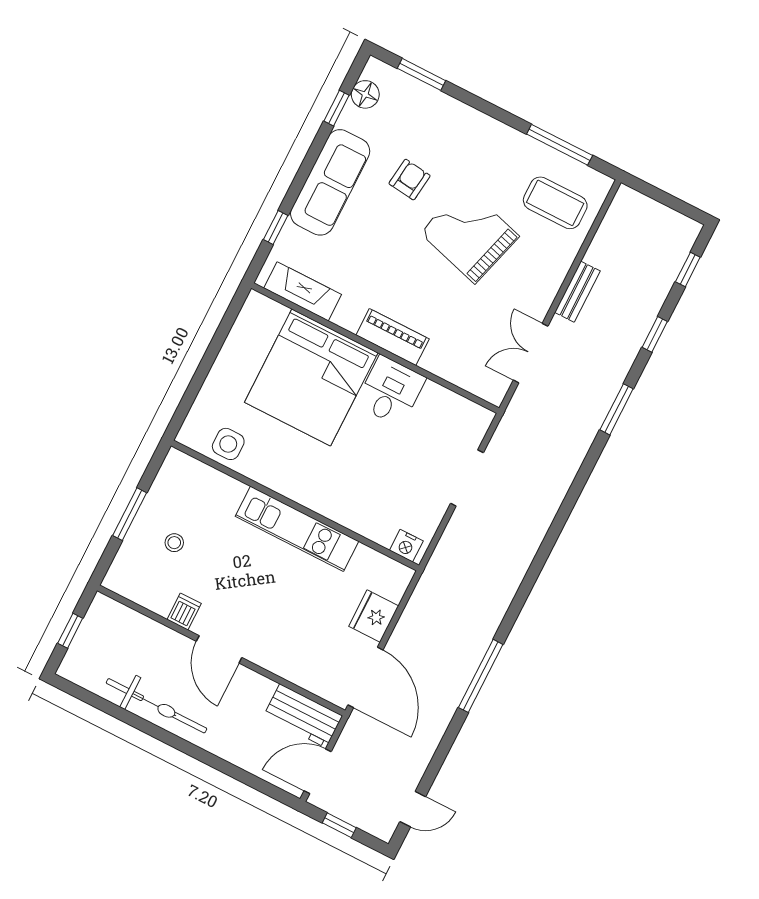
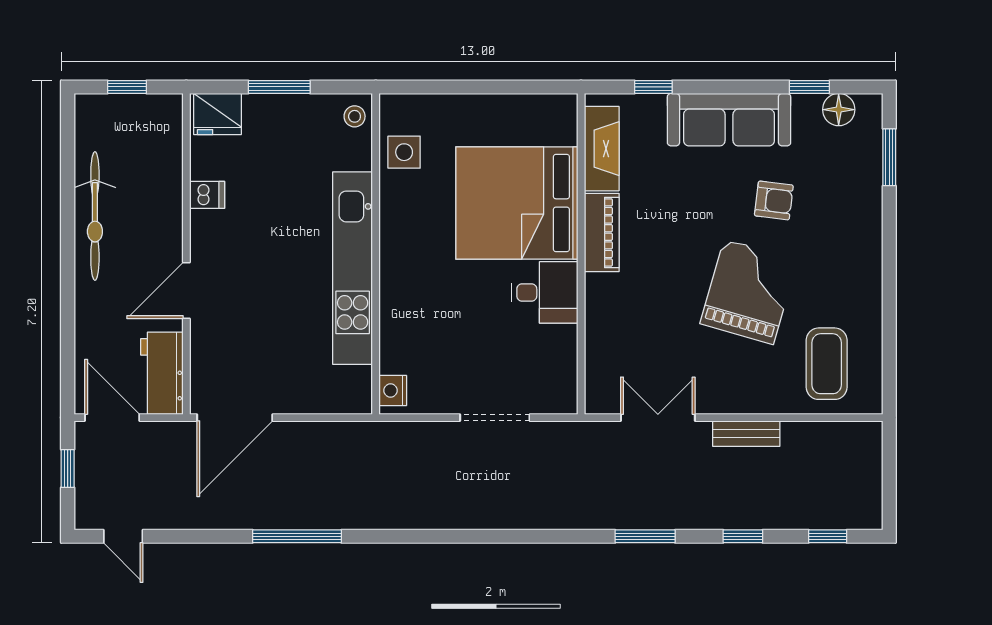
window: (560, 145) -> (889, 337), removed
piano: (393, 337) -> (602, 232), moved
kitchen unit: (297, 529) -> (353, 268), width x1.36
stool: (174, 543) -> (355, 116), moved
fridge: (374, 616) -> (217, 114), moved, turned 180
door: (219, 649) -> (186, 290), moved

